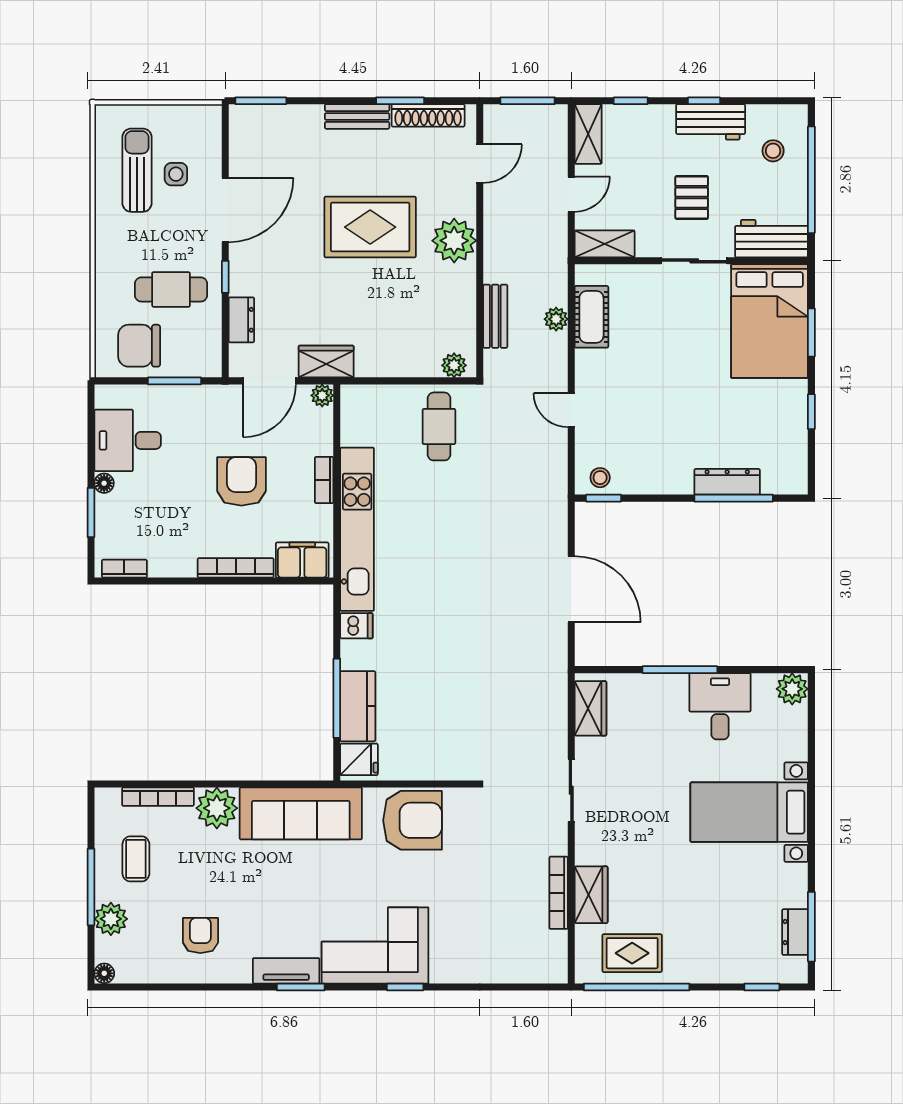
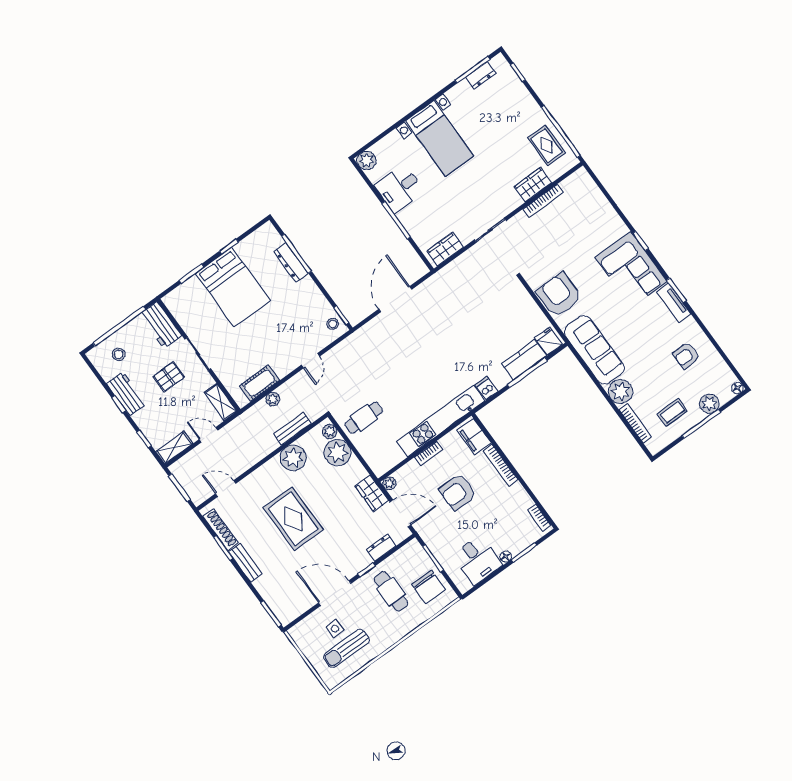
plant: (454, 241) -> (293, 458), moved
bed: (770, 321) -> (233, 287), moved, turned 90
plant: (417, 355) -> (338, 453), added

